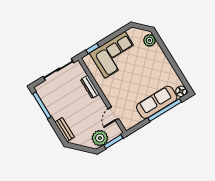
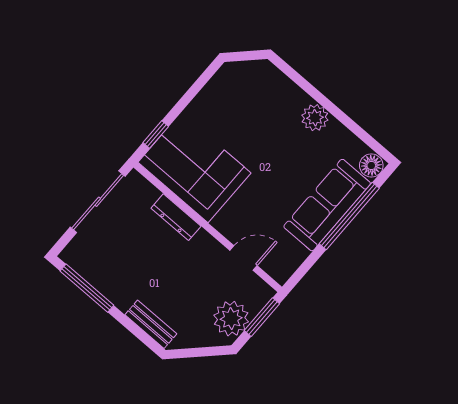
plant: (149, 40) -> (315, 118), moved
corner sofa: (115, 55) -> (194, 168), moved, turned -90
door: (113, 114) -> (243, 258), swing flipped

